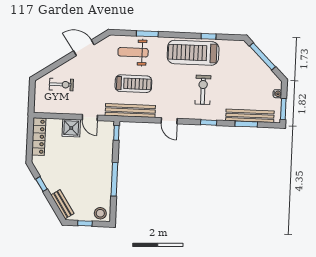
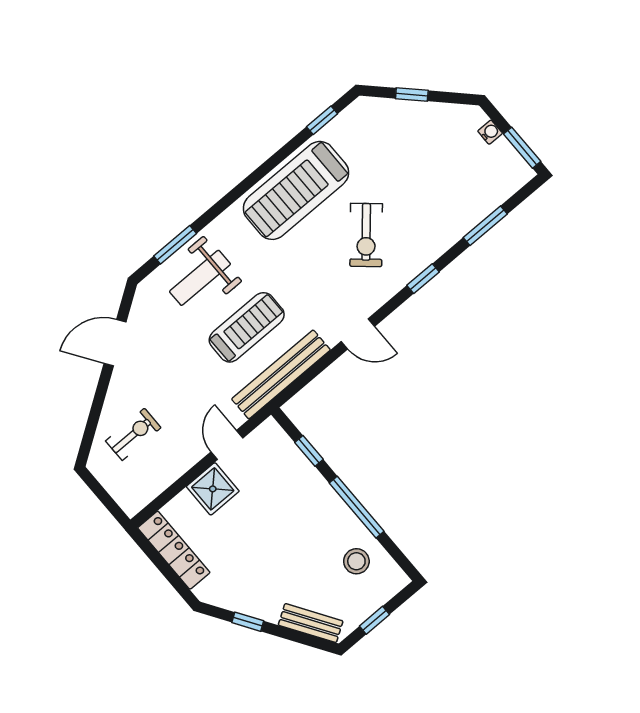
window: (147, 34) -> (175, 245), moved
window: (209, 36) -> (322, 120), moved
window: (263, 56) -> (412, 95), width x0.46
exercise bike: (203, 90) -> (366, 235), turned -139
bench: (250, 116) -> (479, 207), removed
door: (90, 117) -> (227, 445), swing flipped
window: (116, 133) -> (309, 451), moved
stool: (100, 213) -> (356, 561), moved

